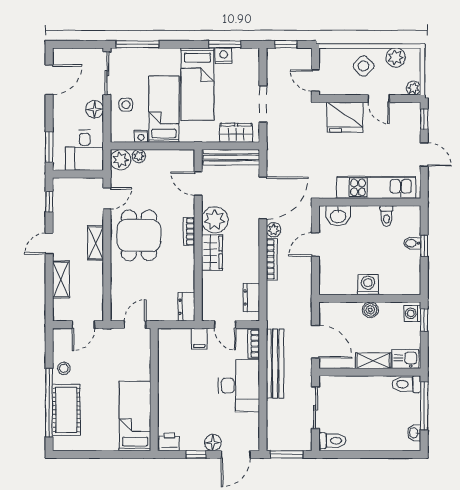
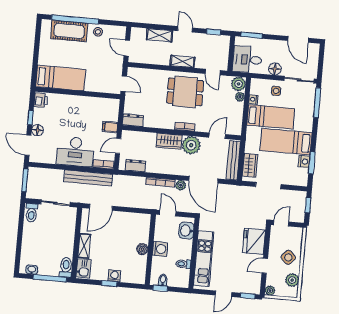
washing machine: (368, 285) -> (160, 249), moved
wall: (370, 298) -> (150, 249), moved
boiler: (370, 310) -> (142, 249), moved

